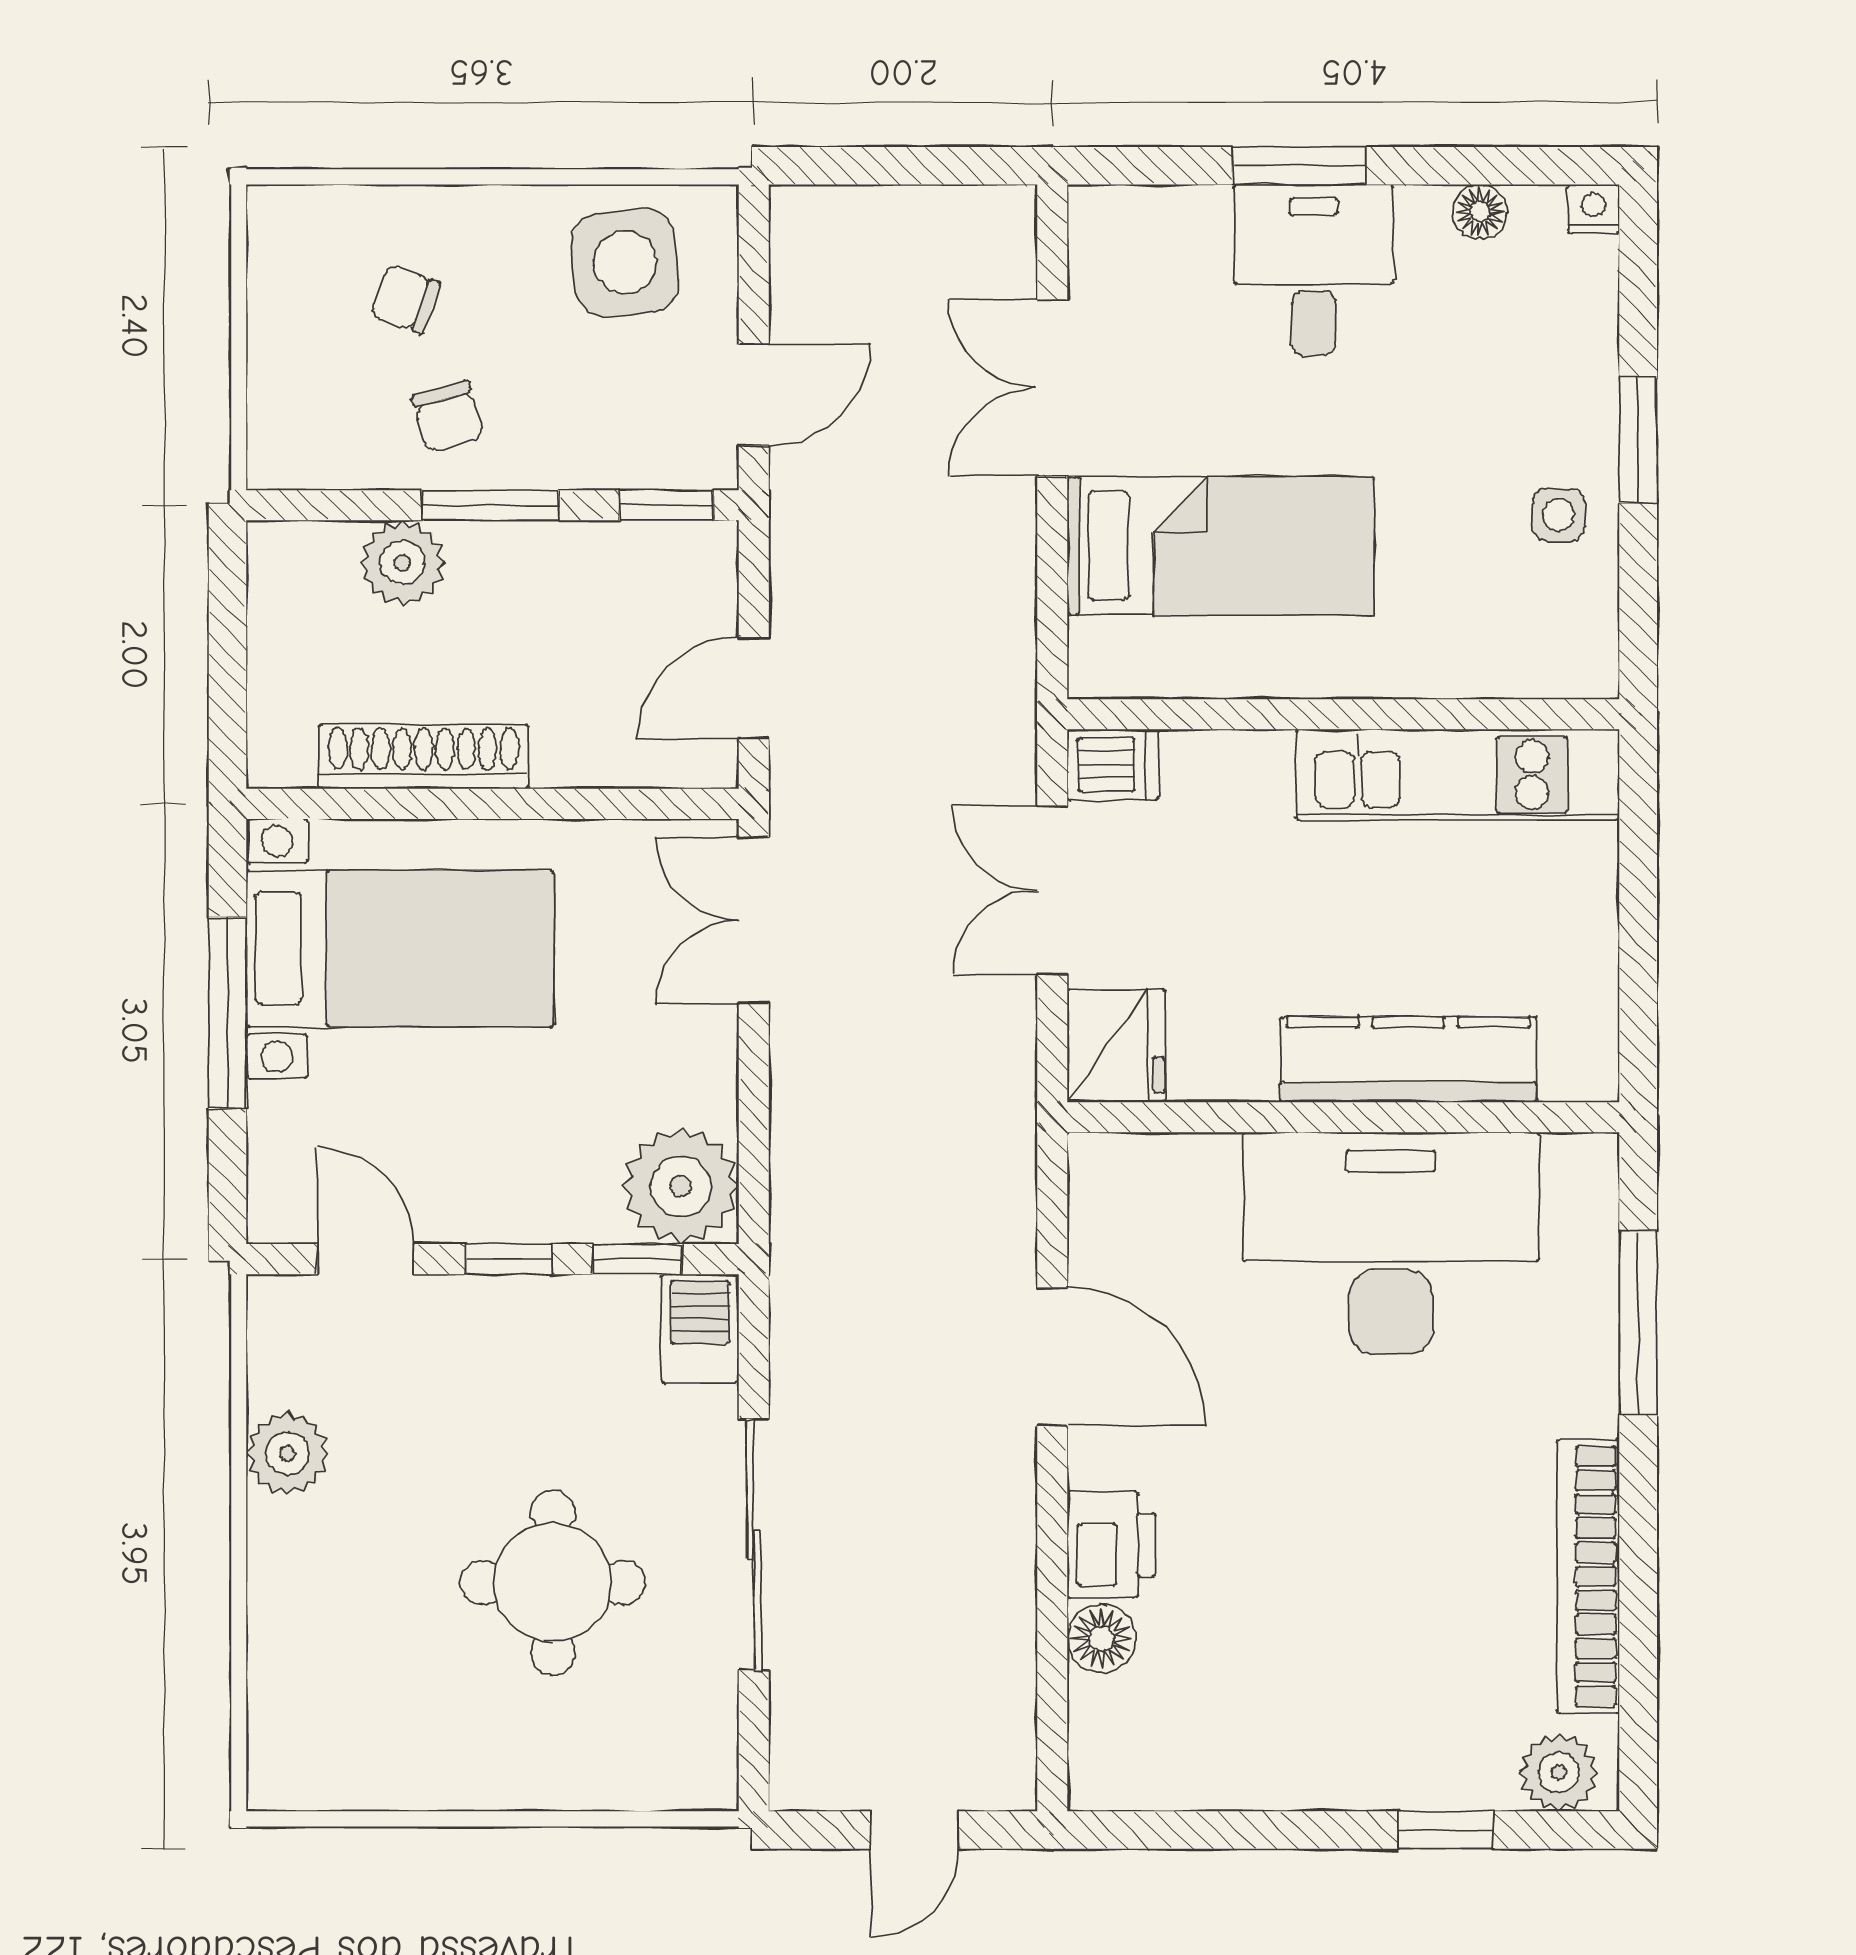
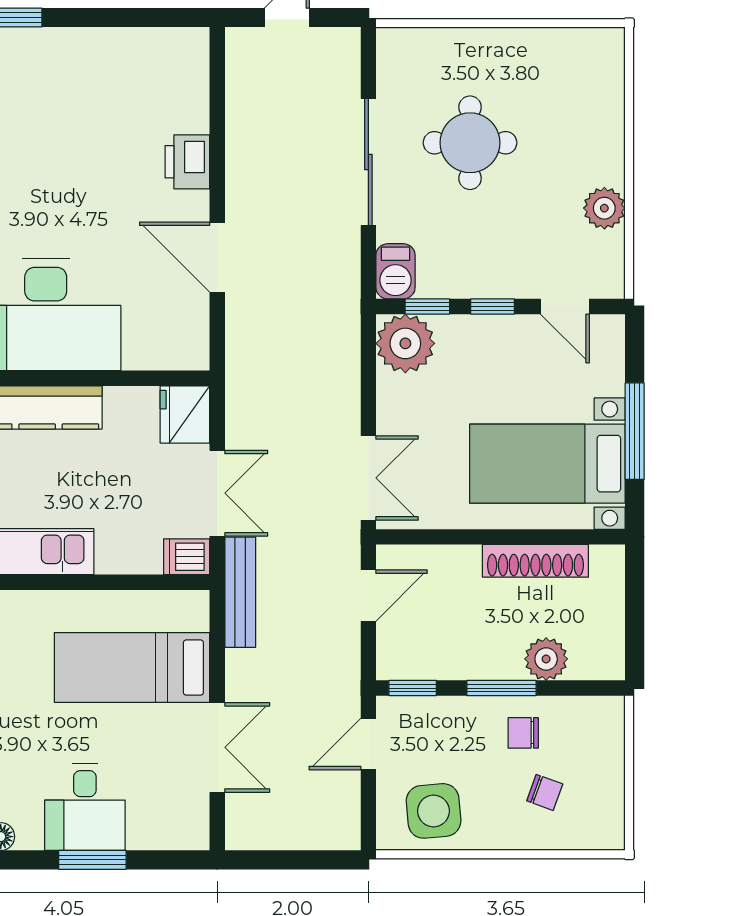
chair: (448, 417) -> (523, 733), turned -74
bench: (1007, 695) -> (240, 592), added
floor lamp: (1101, 1639) -> (192, 114), removed

